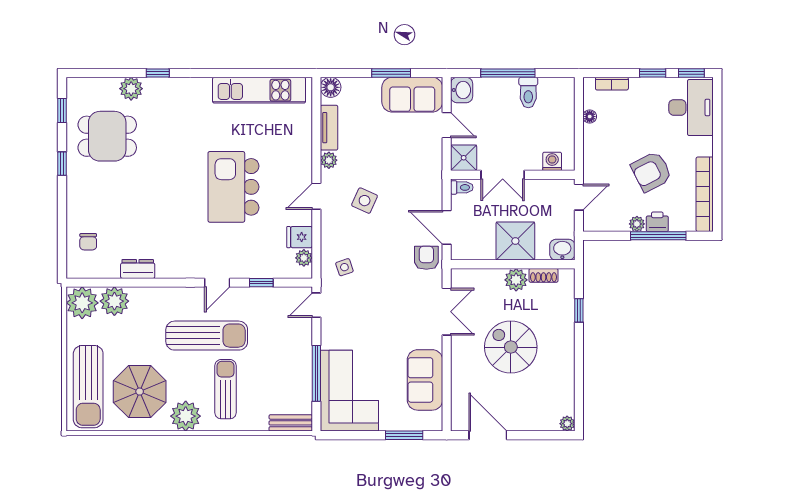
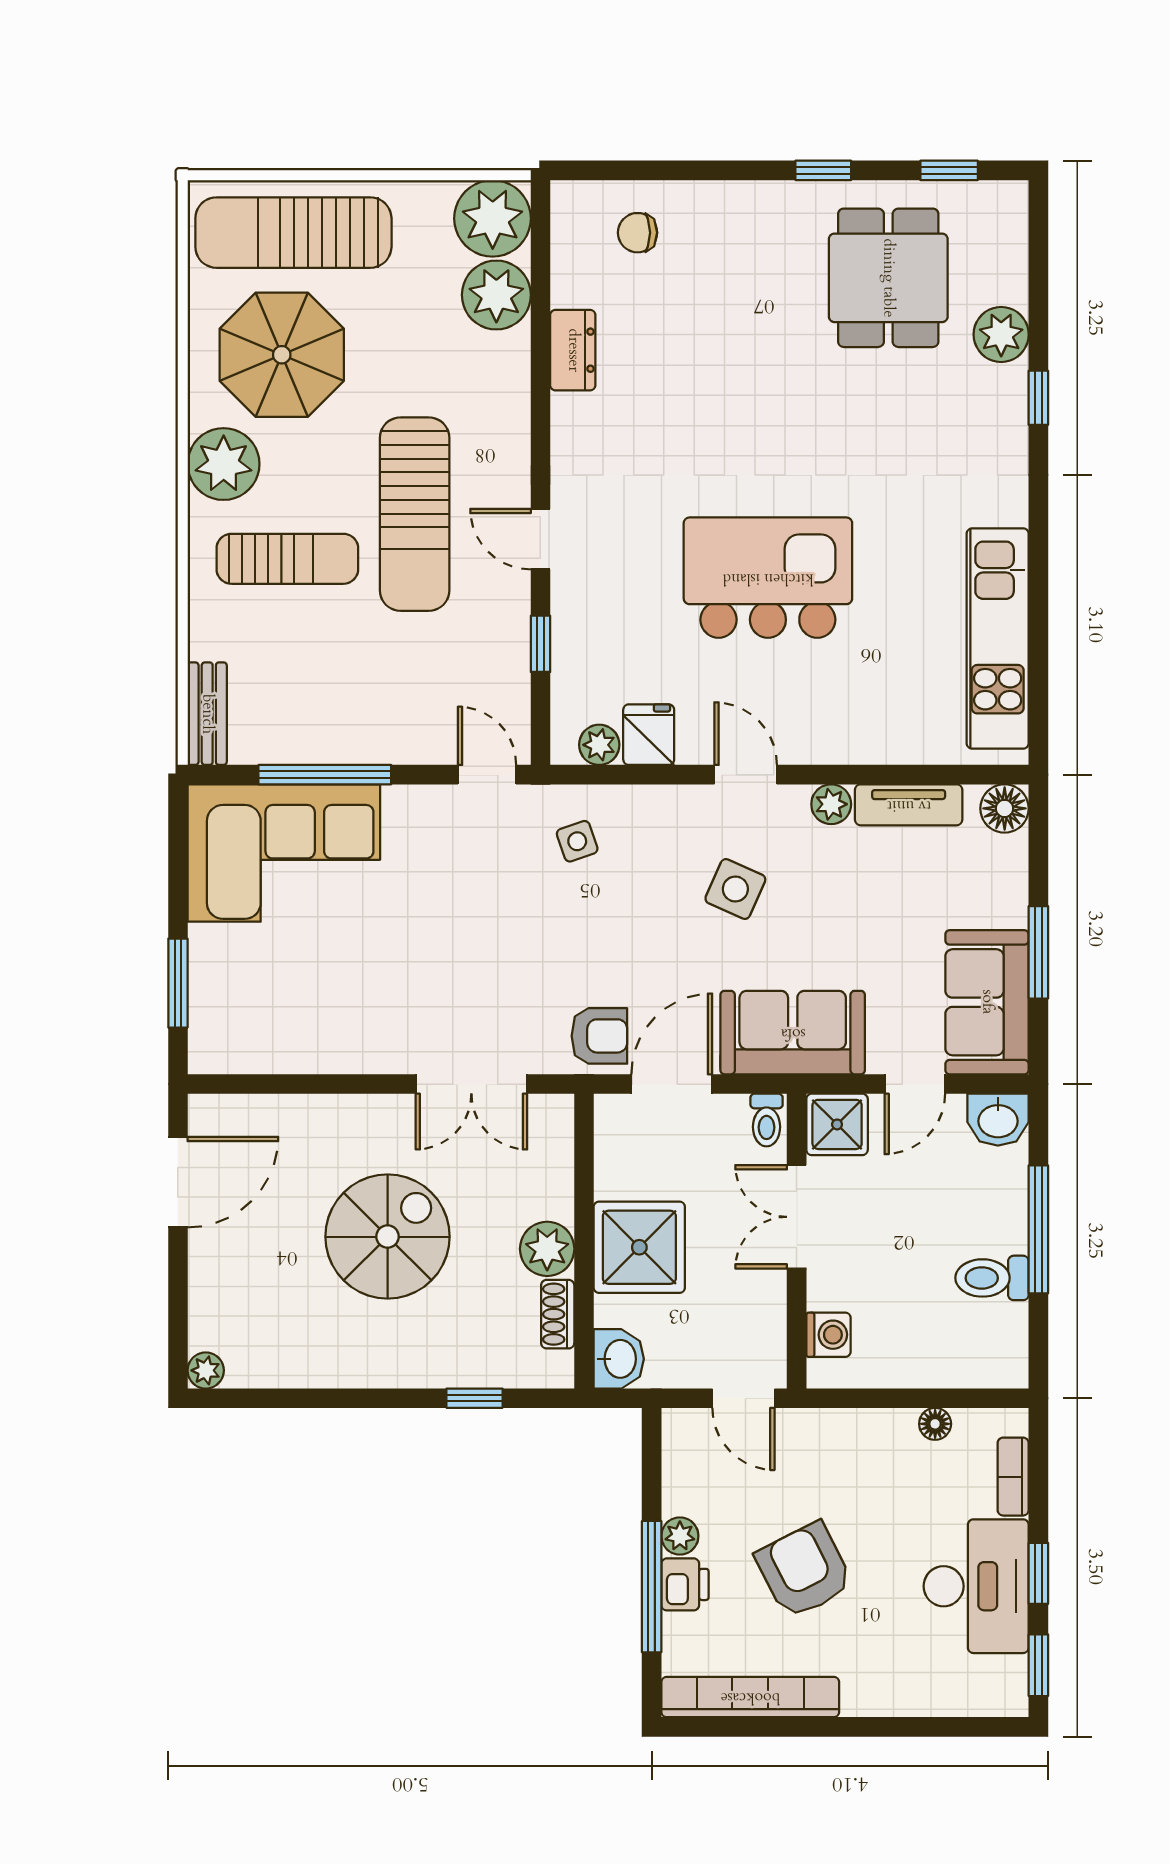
desk: (691, 107) -> (976, 1586), moved, turned -90
sofa: (425, 380) -> (793, 1033), moved

